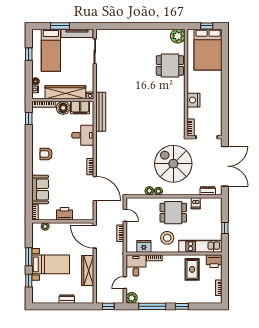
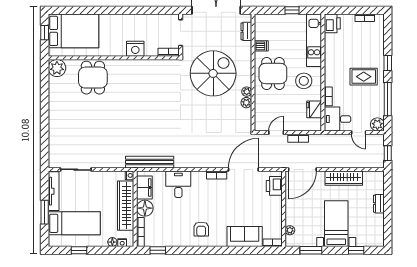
spiral stairs: (173, 164) -> (213, 73), turned 180
printer: (65, 214) -> (274, 186), moved
window: (29, 257) -> (311, 250), moved
rug: (192, 269) -> (364, 77), moved

